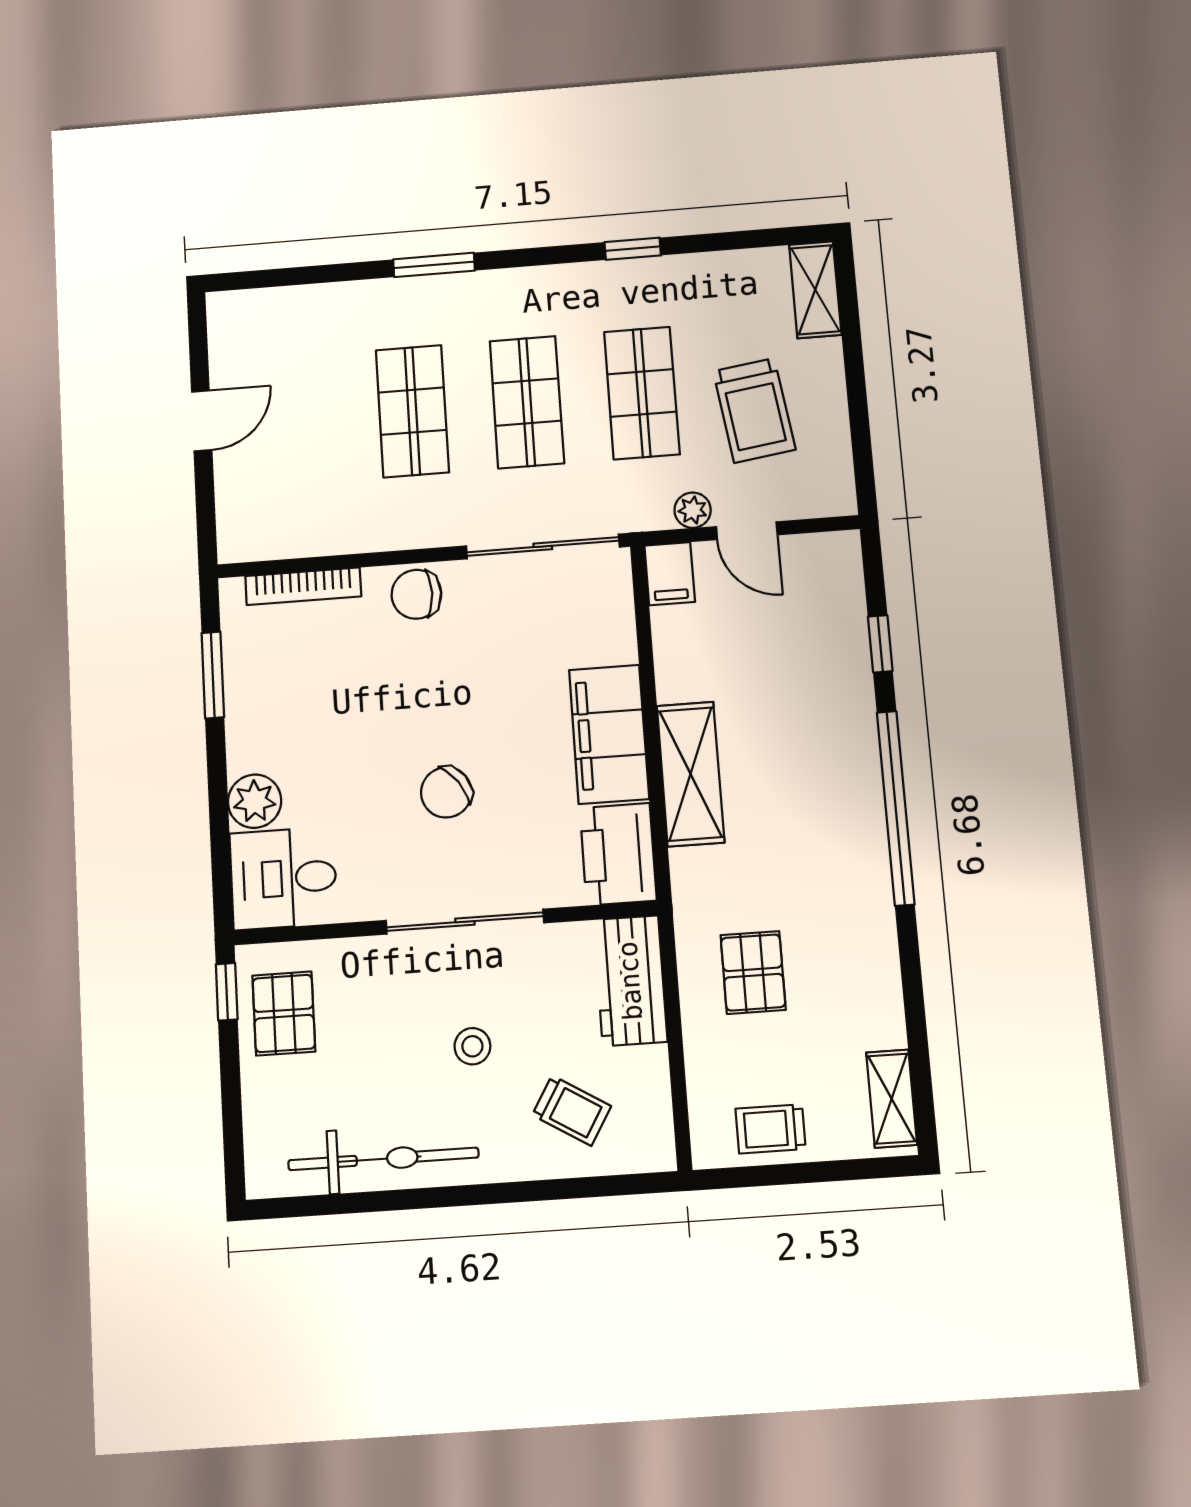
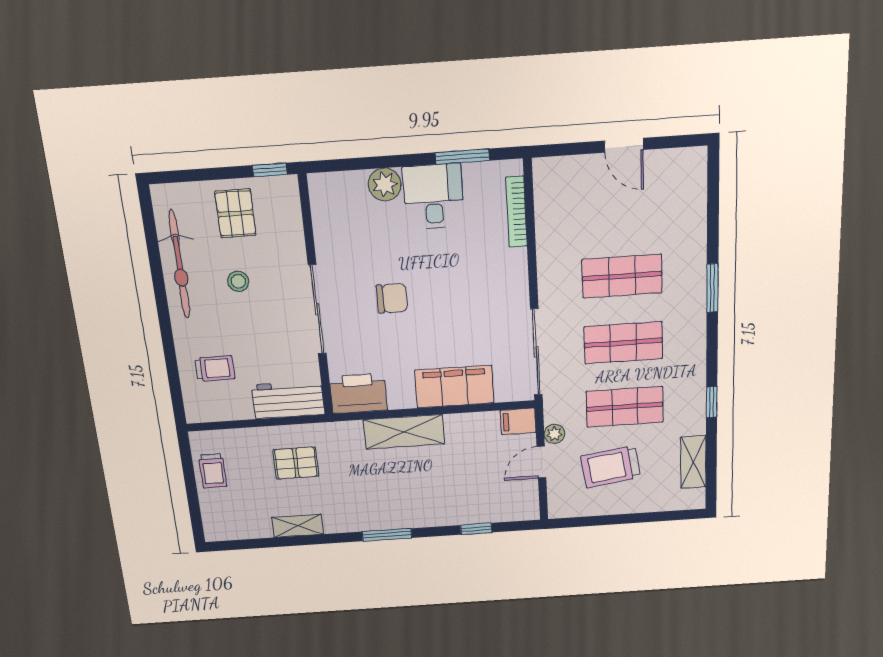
shelving: (815, 290) -> (693, 462), moved, turned 90
chair: (416, 594) -> (510, 280), removed
filing cabinet: (609, 734) -> (454, 387), moved
chair: (446, 792) -> (392, 298), turned 126
window: (896, 808) -> (387, 535), width x0.47
desk: (284, 878) -> (434, 197), moved
pallet: (284, 1013) -> (235, 213), moved, turned 90
stool: (472, 1046) -> (238, 281), moved
shelving: (892, 1099) -> (298, 526), moved
trolley: (572, 1111) -> (215, 368), turned -121
trolley: (770, 1129) -> (213, 471), turned 180

